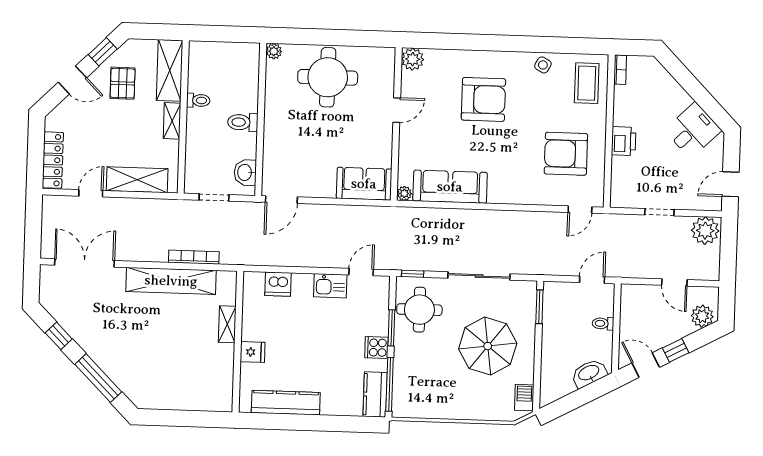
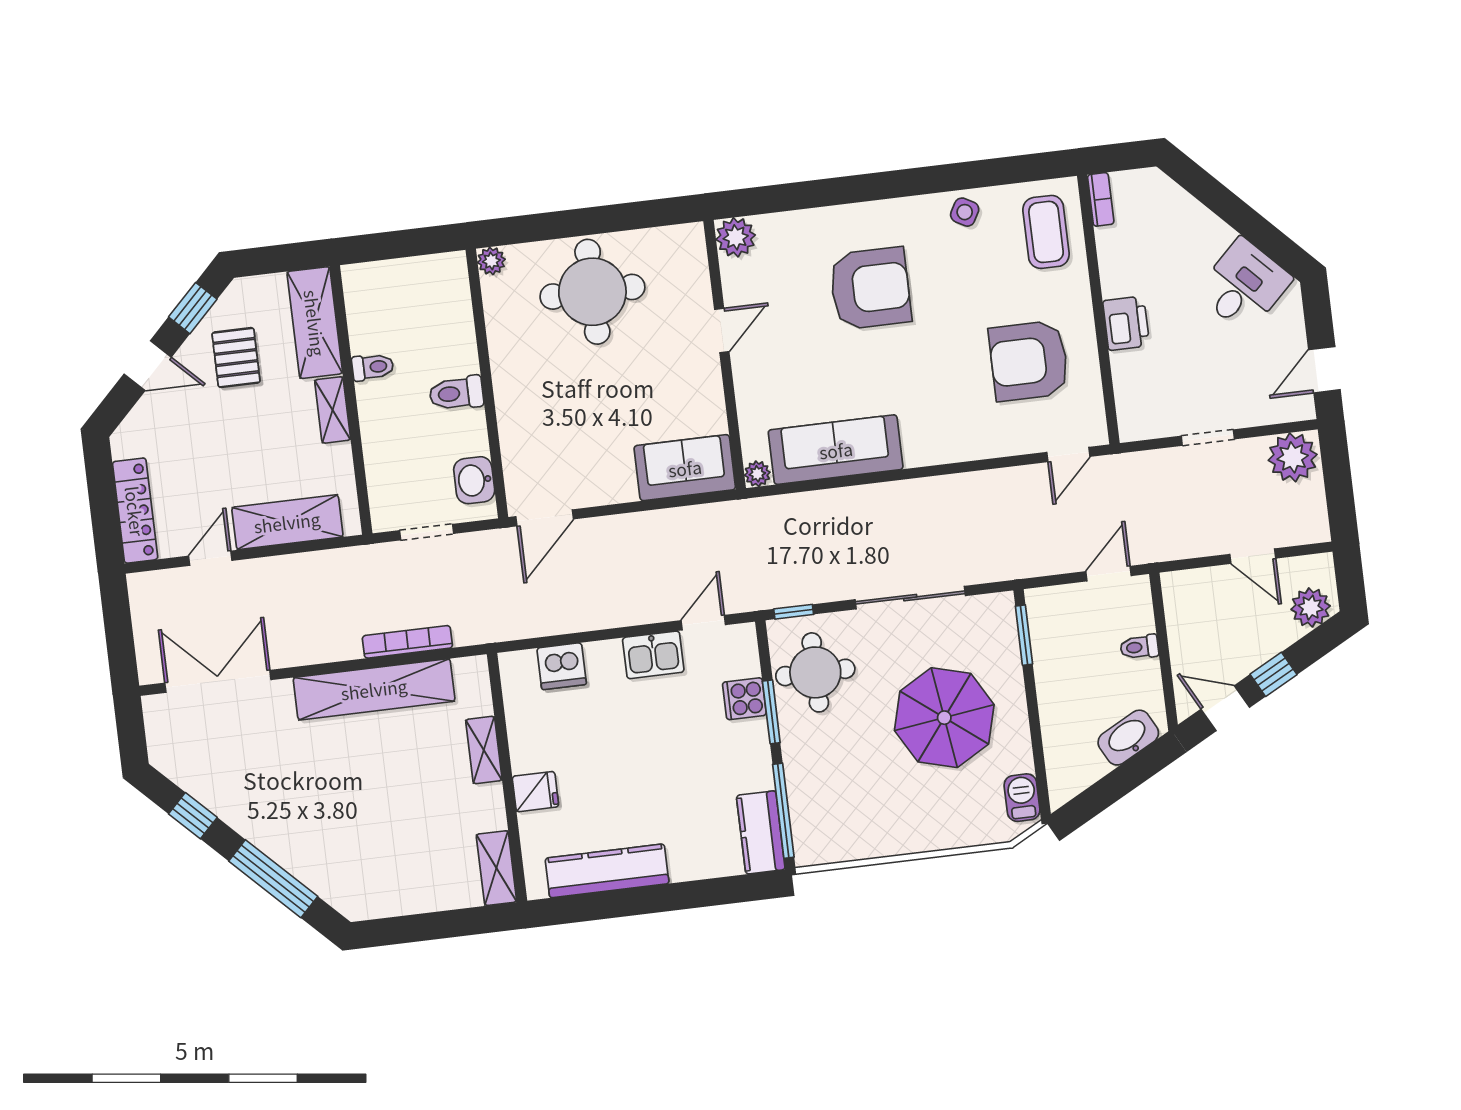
cooker: (376, 348) -> (744, 699), moved
shelving: (224, 391) -> (496, 868), added

